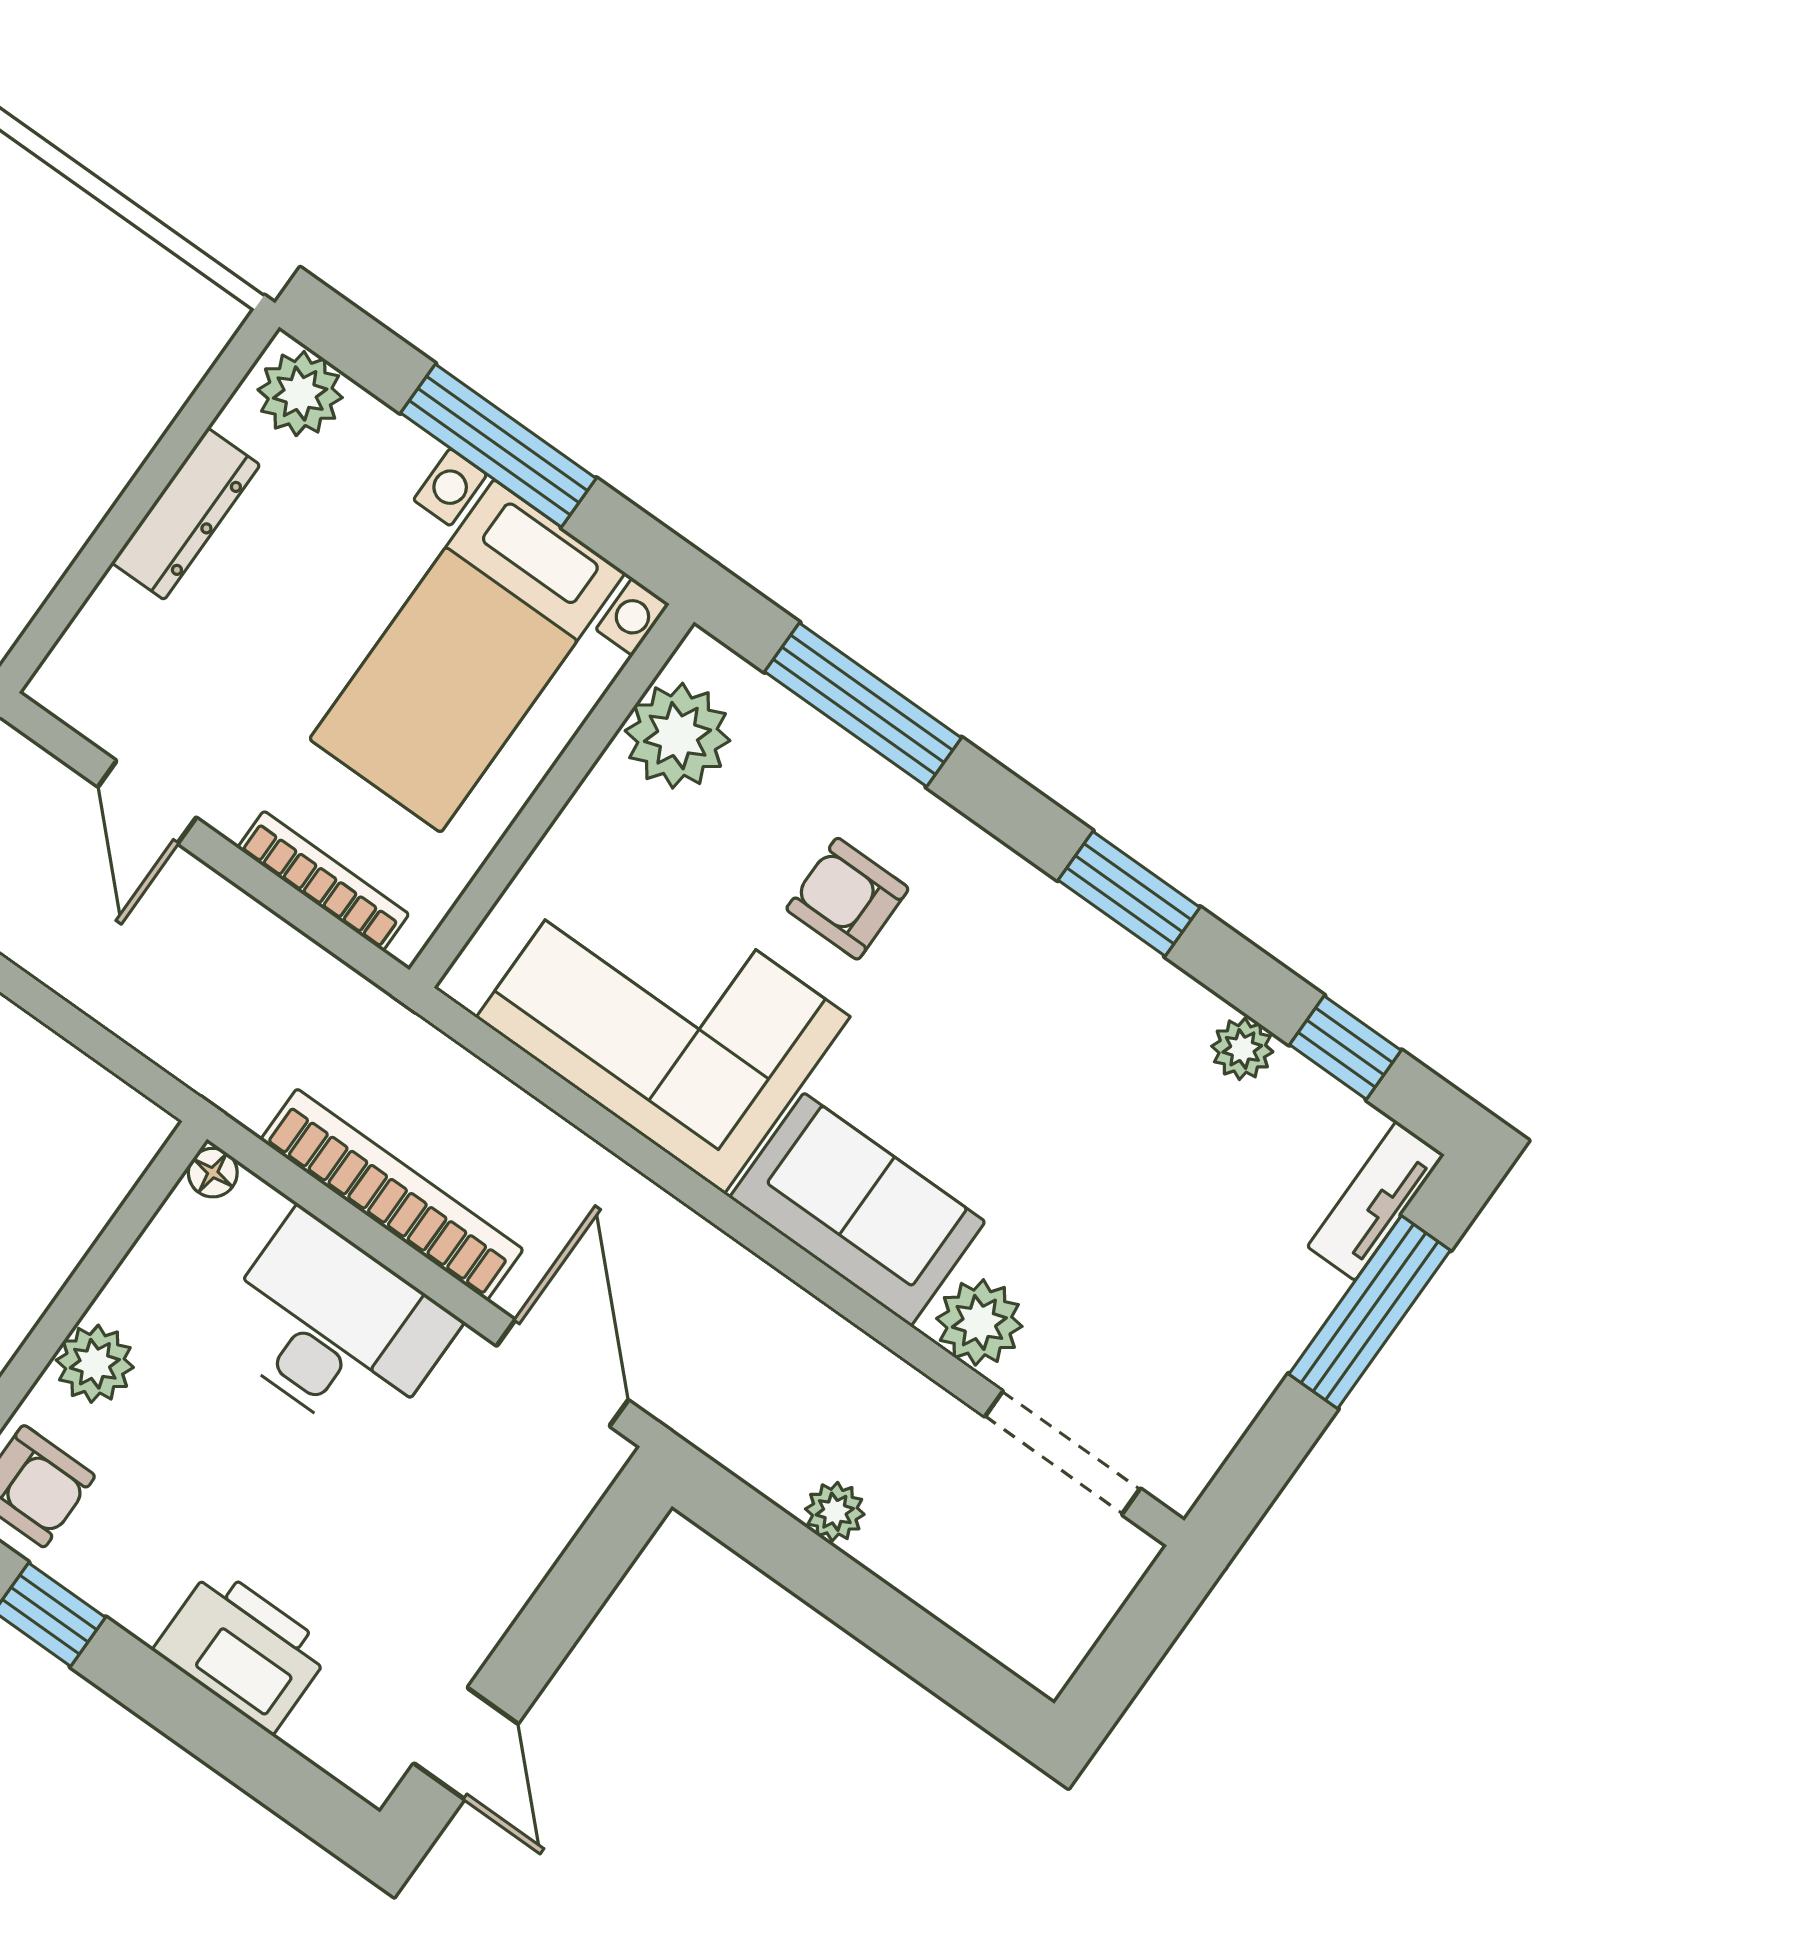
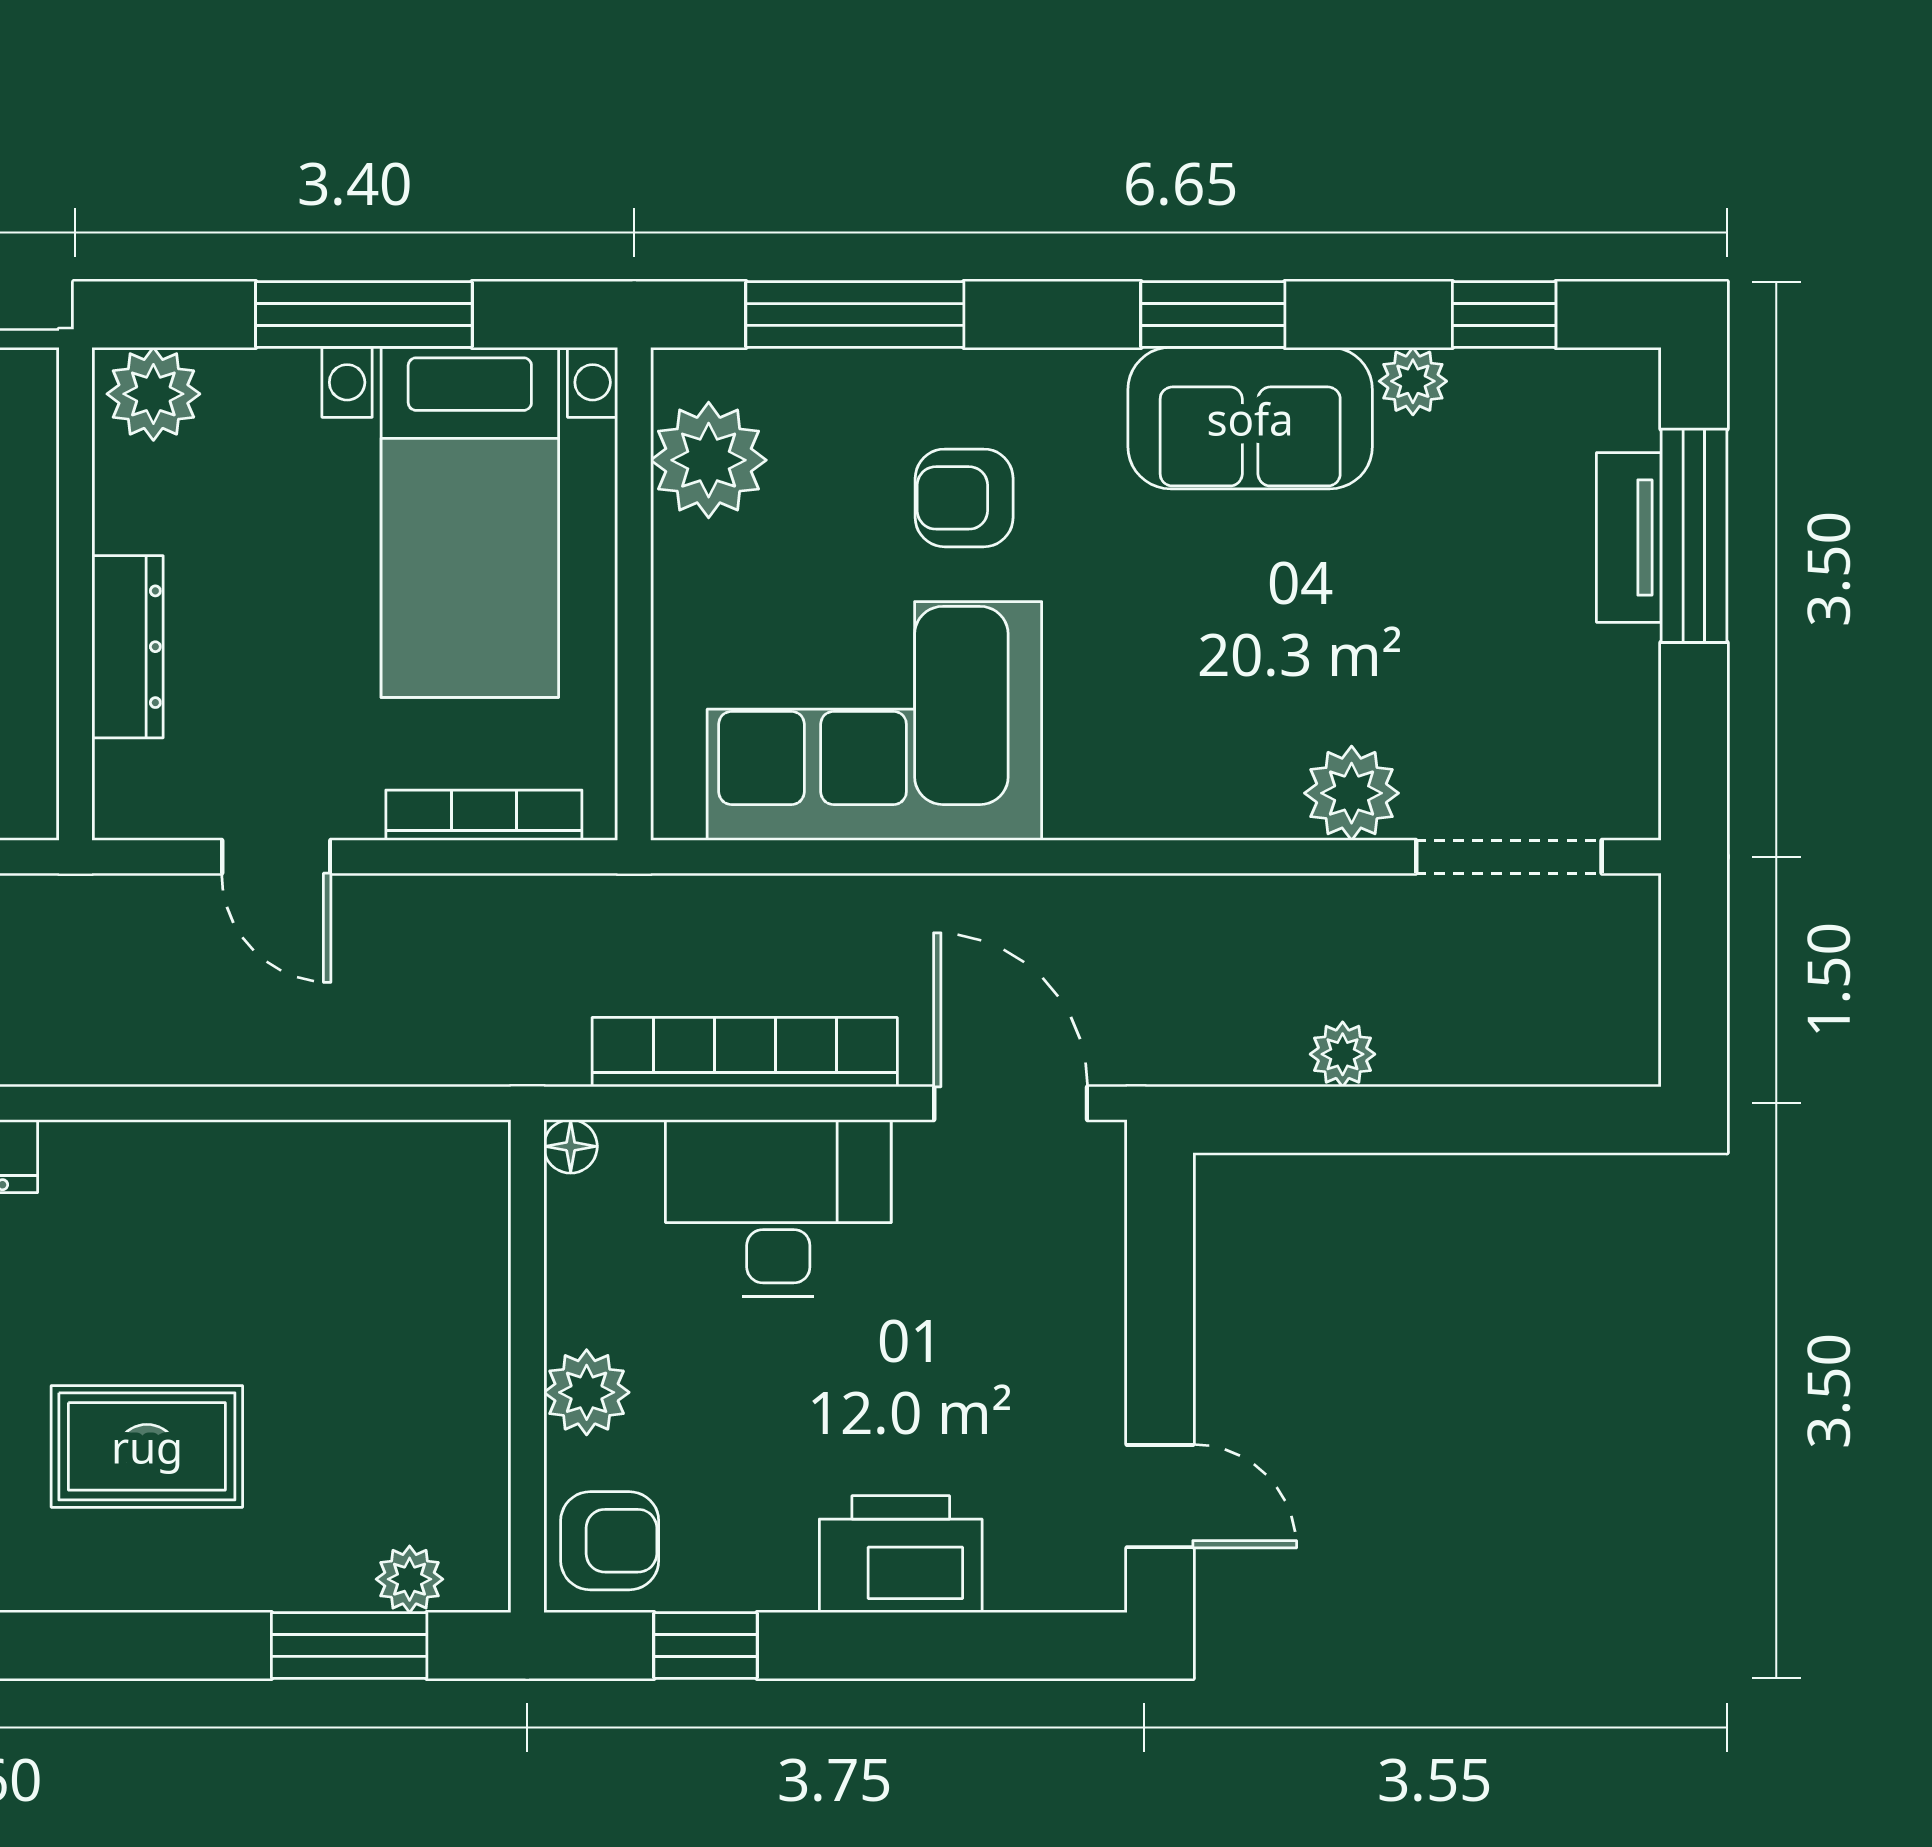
dresser: (186, 514) -> (128, 647), moved
tv unit: (1376, 1201) -> (1629, 537), moved
sofa: (857, 1209) -> (1250, 418), moved, turned 180

